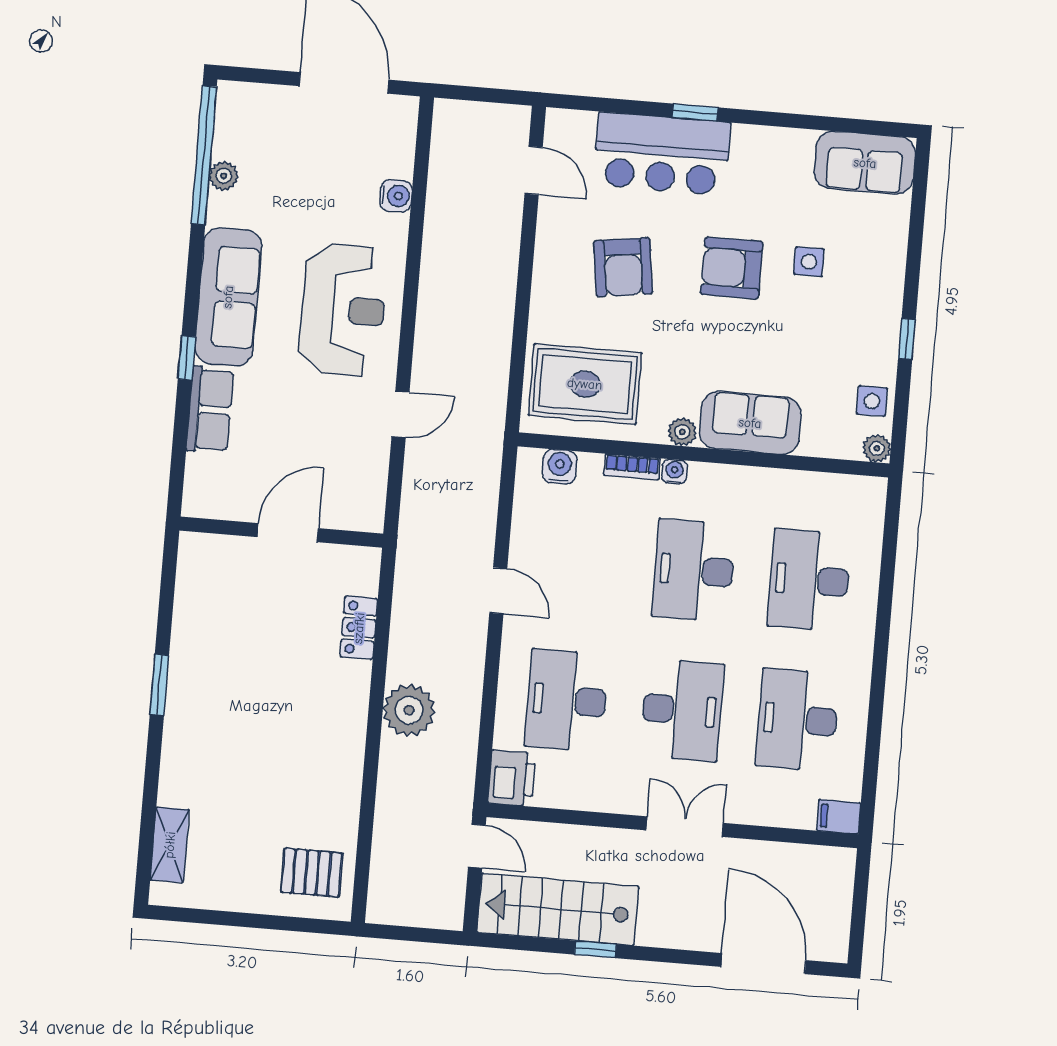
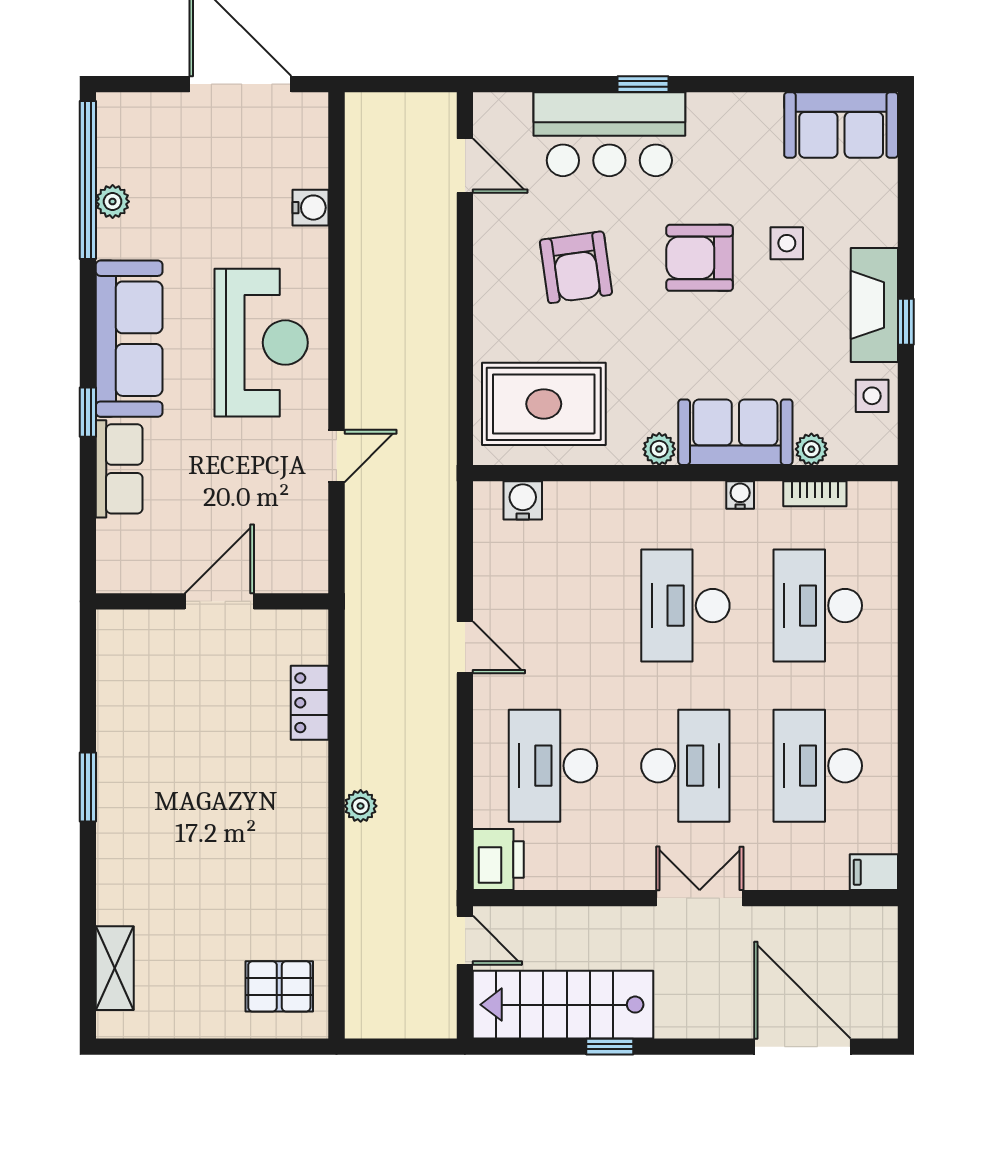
fireplace: (881, 322) -> (874, 305), added
plant: (877, 448) -> (811, 449), moved
bookcase: (632, 467) -> (815, 494), moved
water cooler: (674, 472) -> (740, 495), moved
plant: (409, 710) -> (361, 806), width x0.53, depth x0.53

